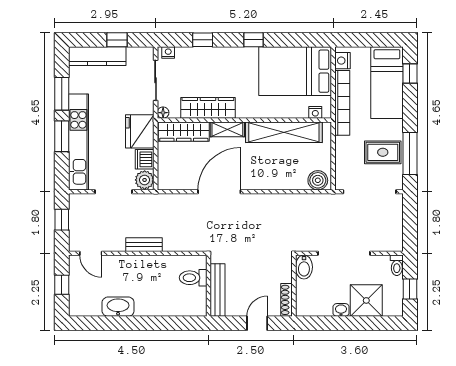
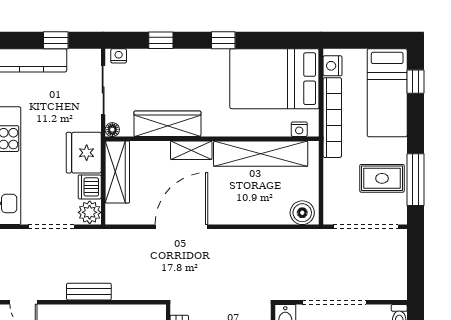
wardrobe: (184, 132) -> (117, 172), moved, turned -90

